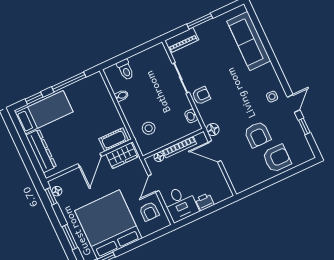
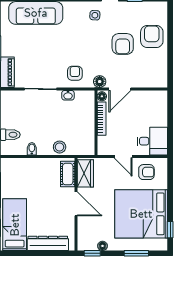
armchair: (201, 95) -> (75, 73), moved
washbasin: (191, 116) -> (68, 95), moved
stool: (149, 128) -> (60, 147), moved
armchair: (257, 135) -> (123, 44), turned 90
floor lamp: (159, 157) -> (102, 96), moved
floor lamp: (57, 191) -> (102, 246), moved
printer: (205, 202) -> (161, 119), removed

